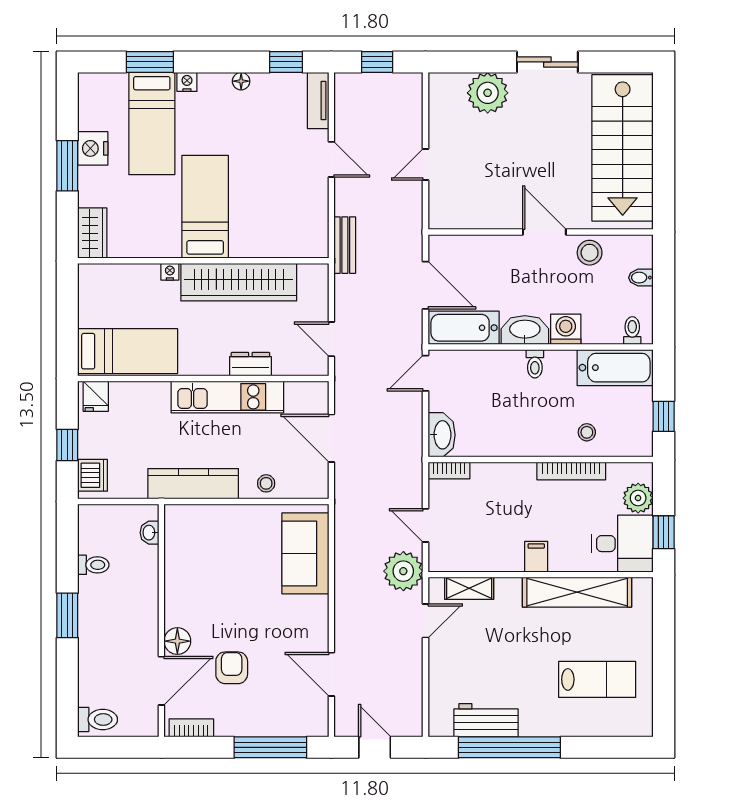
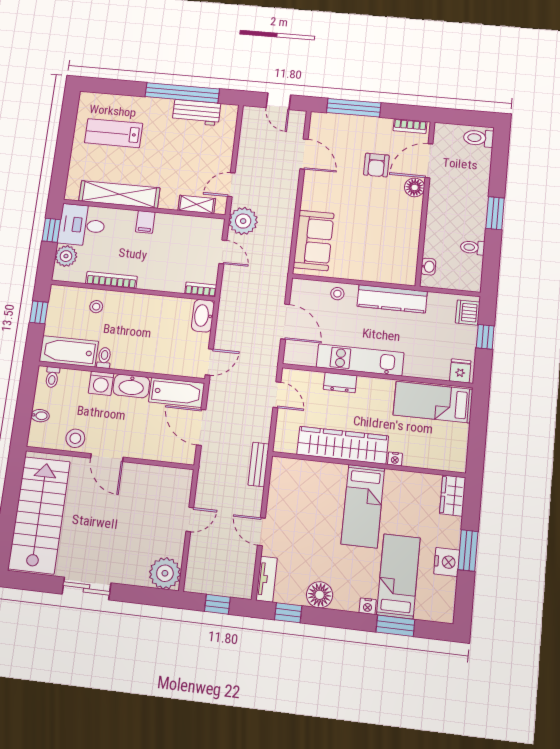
floor lamp: (241, 81) -> (320, 595), width x1.89, depth x1.89
plant: (488, 93) -> (165, 573), moved
toilet: (535, 364) -> (104, 358), moved

